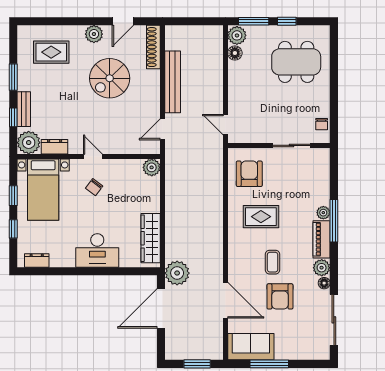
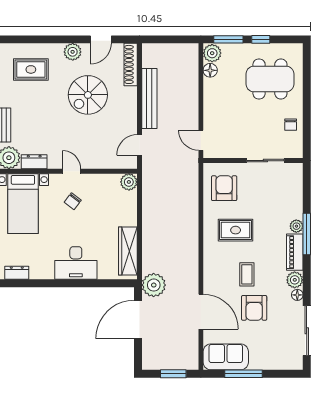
chair: (322, 124) -> (291, 125), moved

